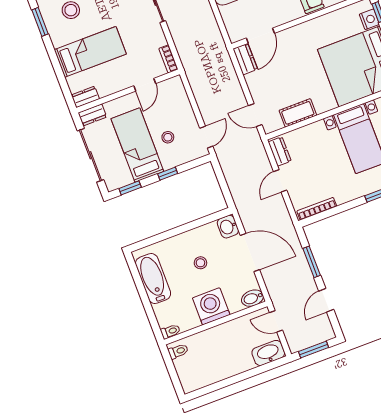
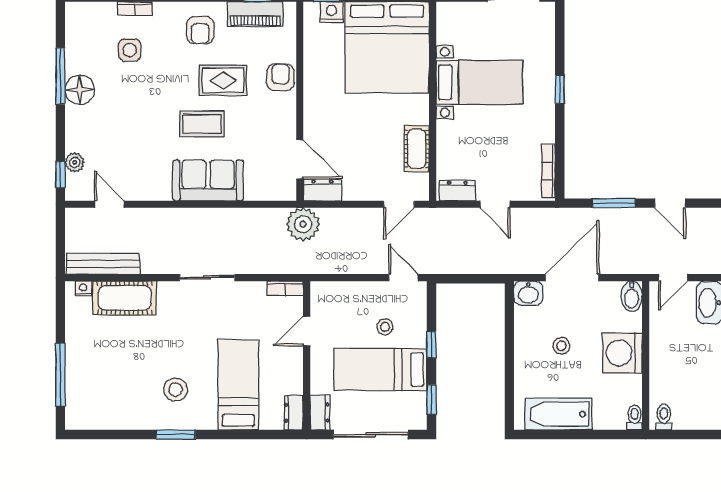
plant: (217, 55) -> (303, 224), added
door: (145, 85) -> (307, 331), swing flipped

